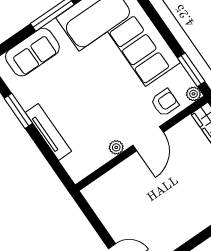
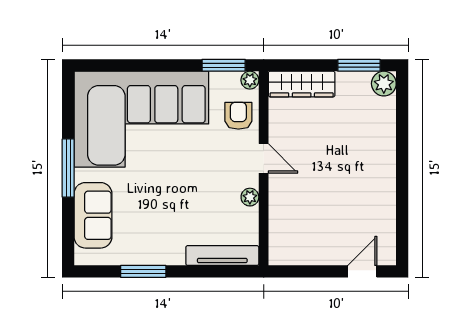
tv unit: (48, 132) -> (222, 256), moved
door: (148, 139) -> (264, 158), width x0.73

